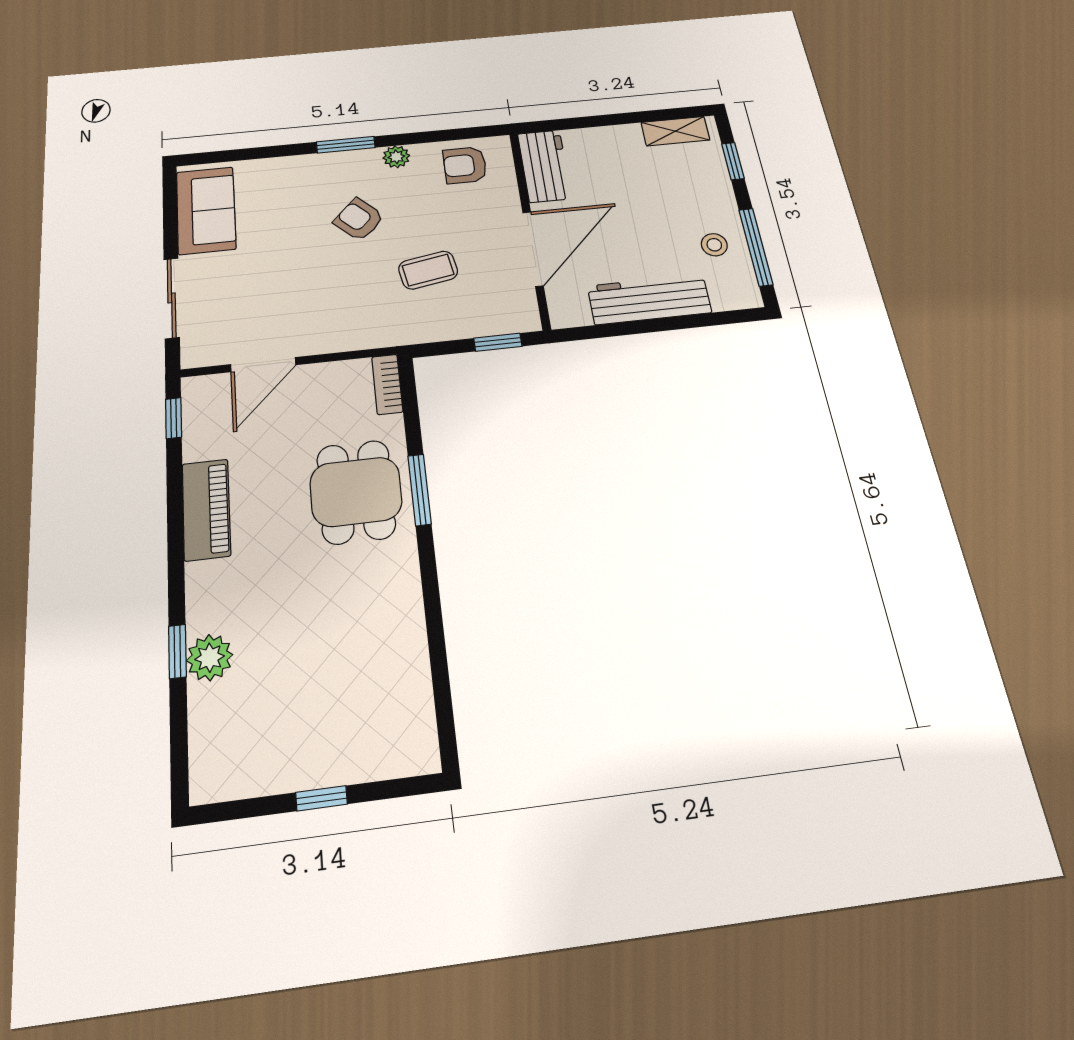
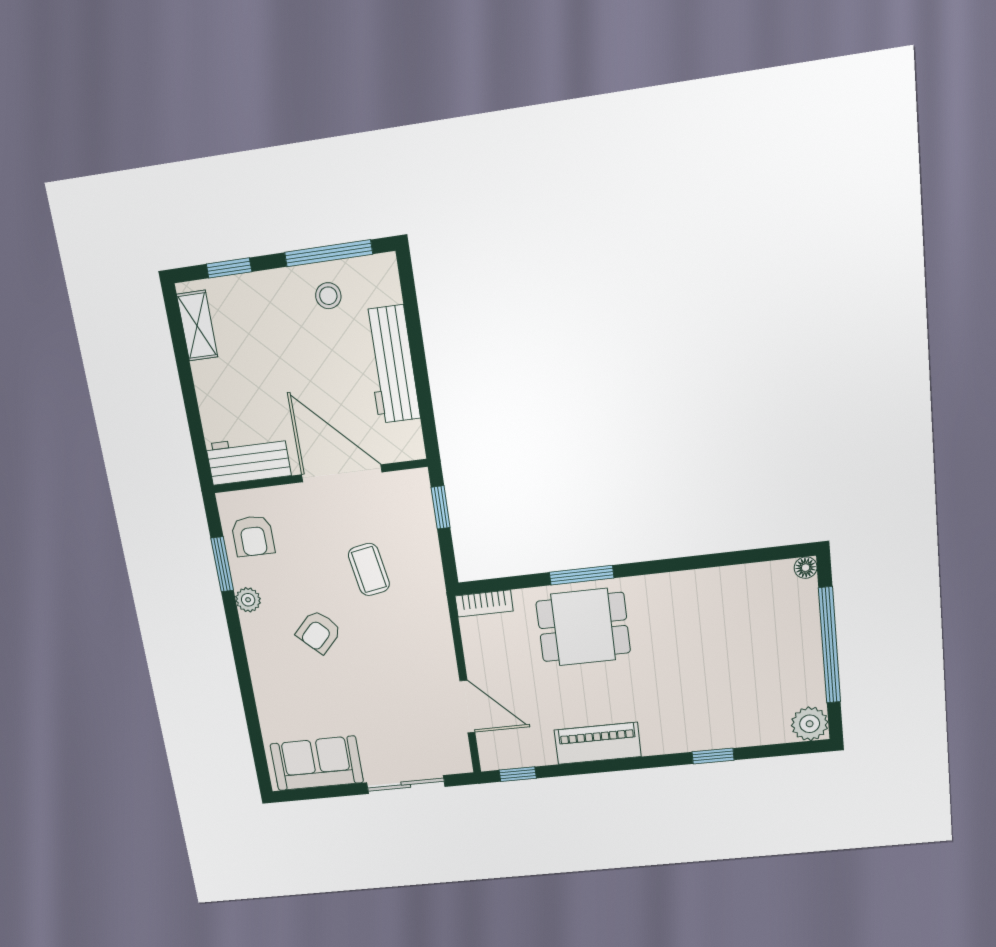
window: (346, 145) -> (222, 564), moved
plant: (210, 658) -> (810, 724), moved
floor lamp: (427, 760) -> (806, 568), added
window: (322, 798) -> (830, 645), width x3.17

